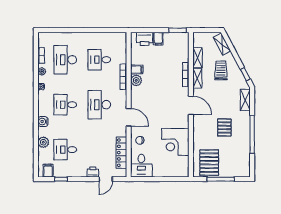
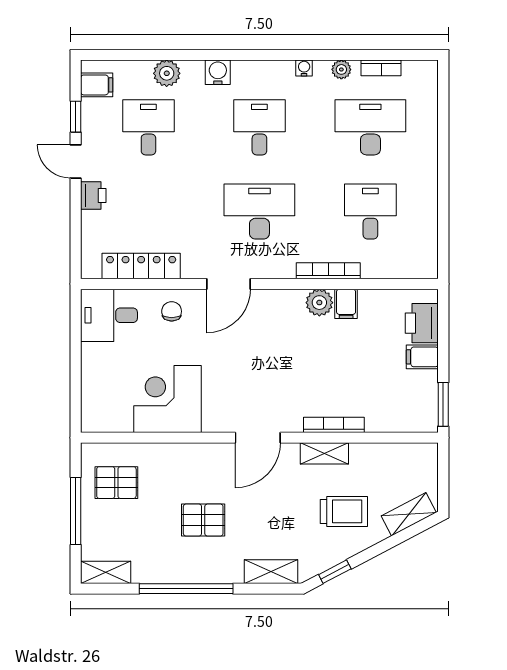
shelving: (198, 58) -> (106, 572), moved
pallet: (209, 163) -> (116, 483), width x0.67, depth x0.71
door: (106, 179) -> (76, 162), moved

